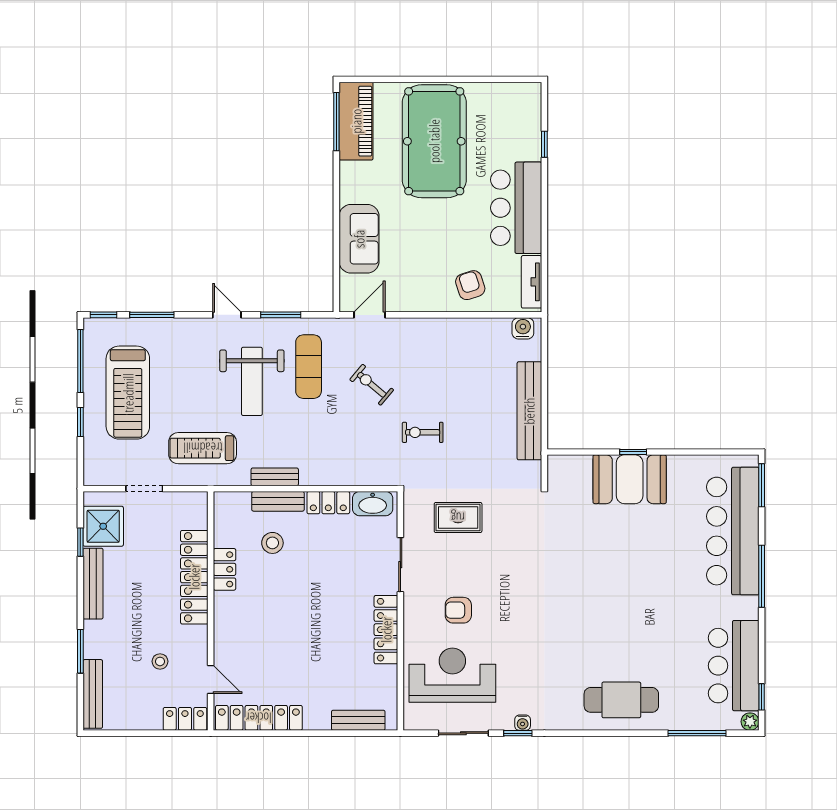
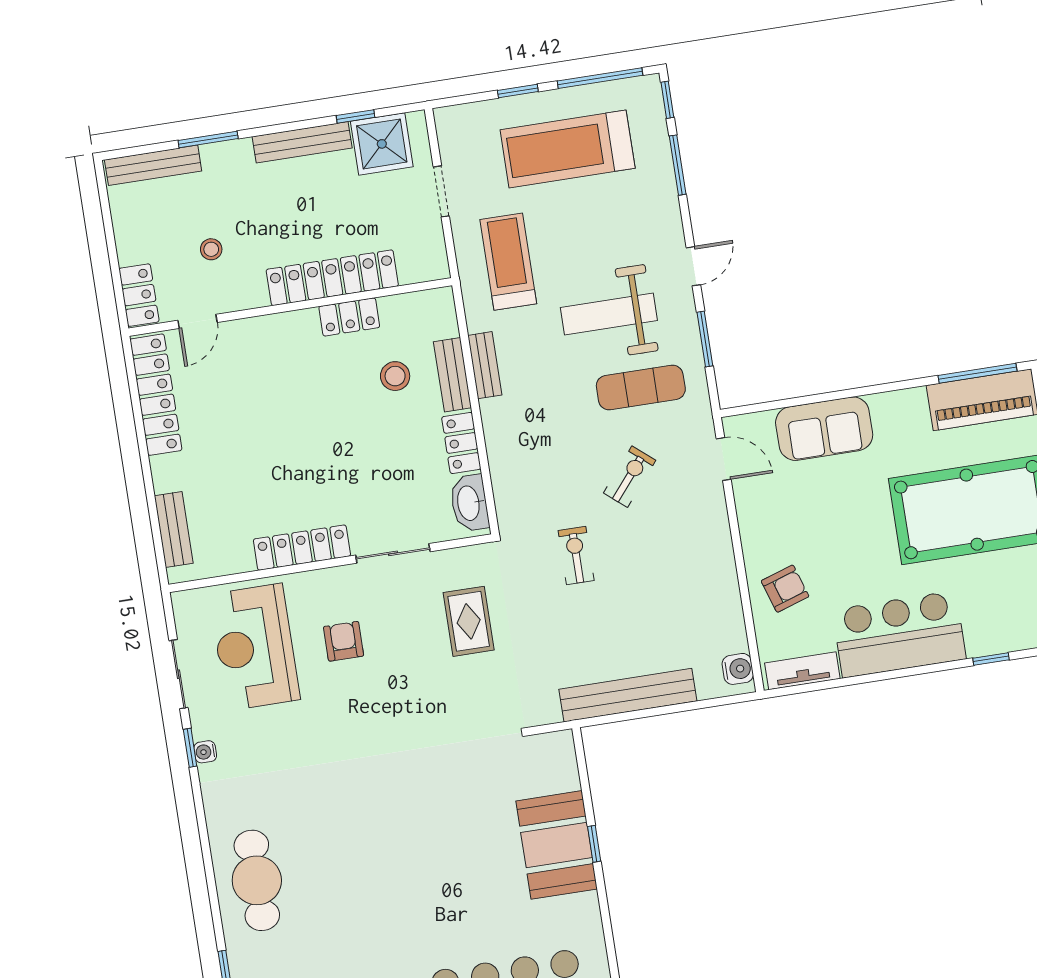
reception desk: (452, 675) -> (255, 647), turned 180

